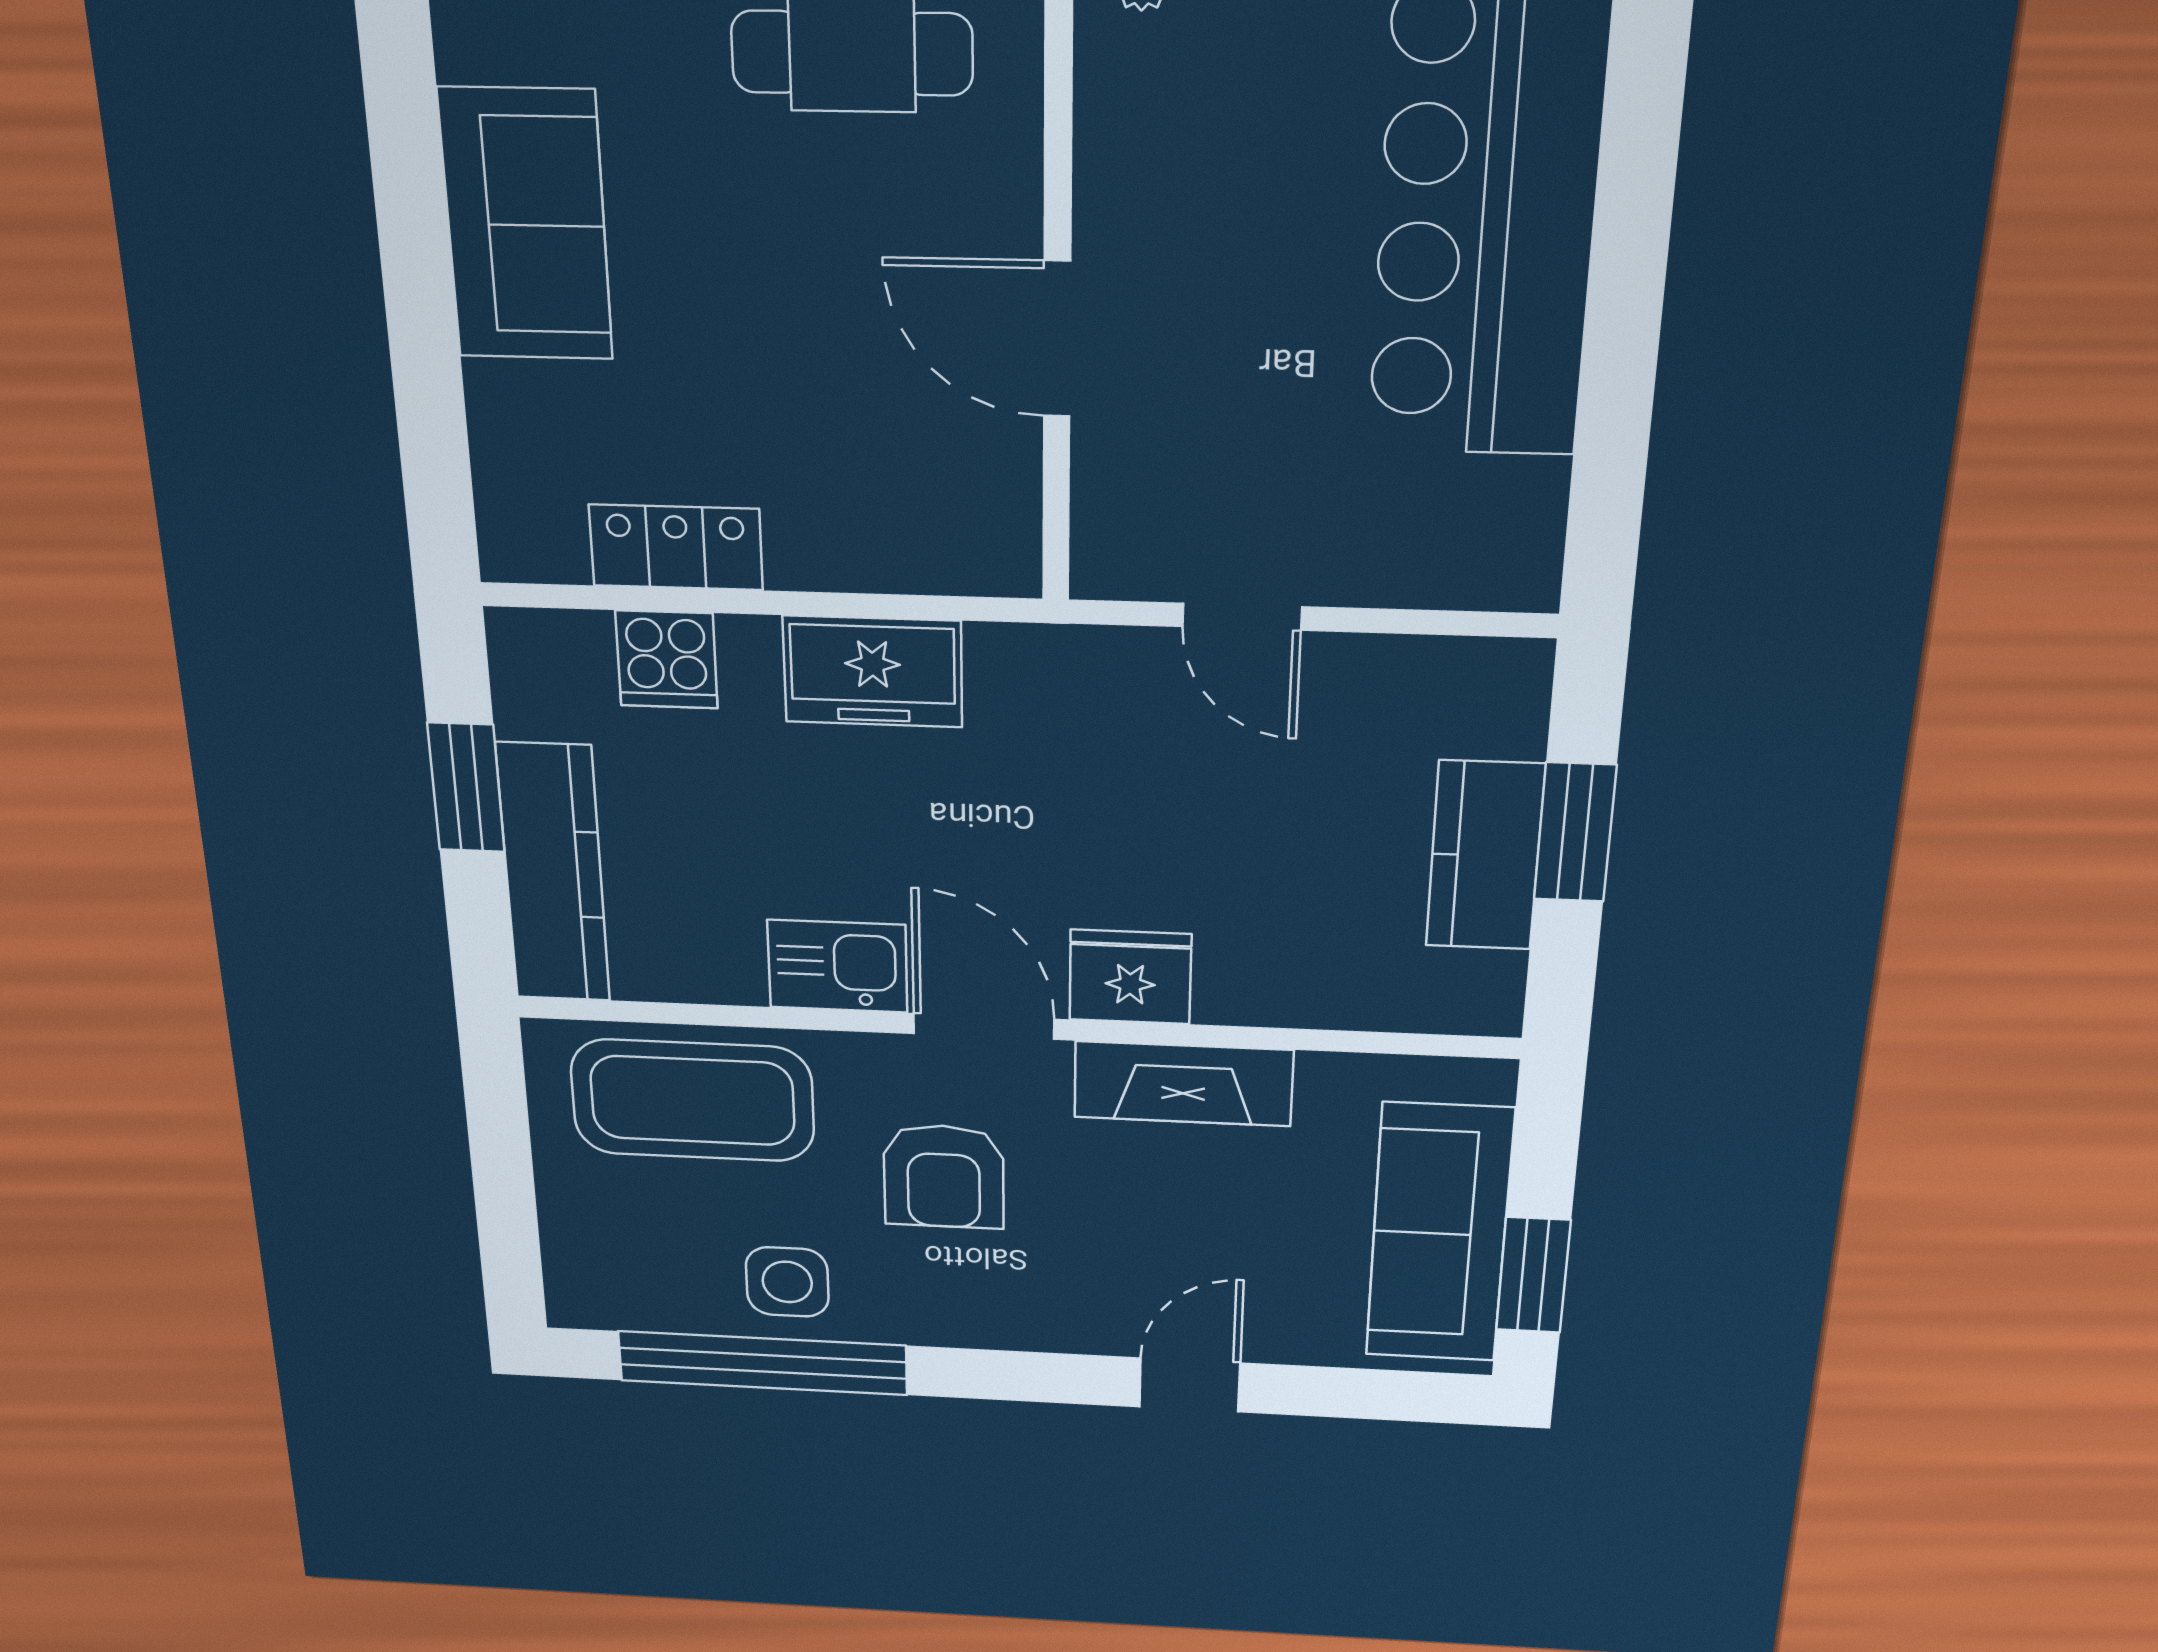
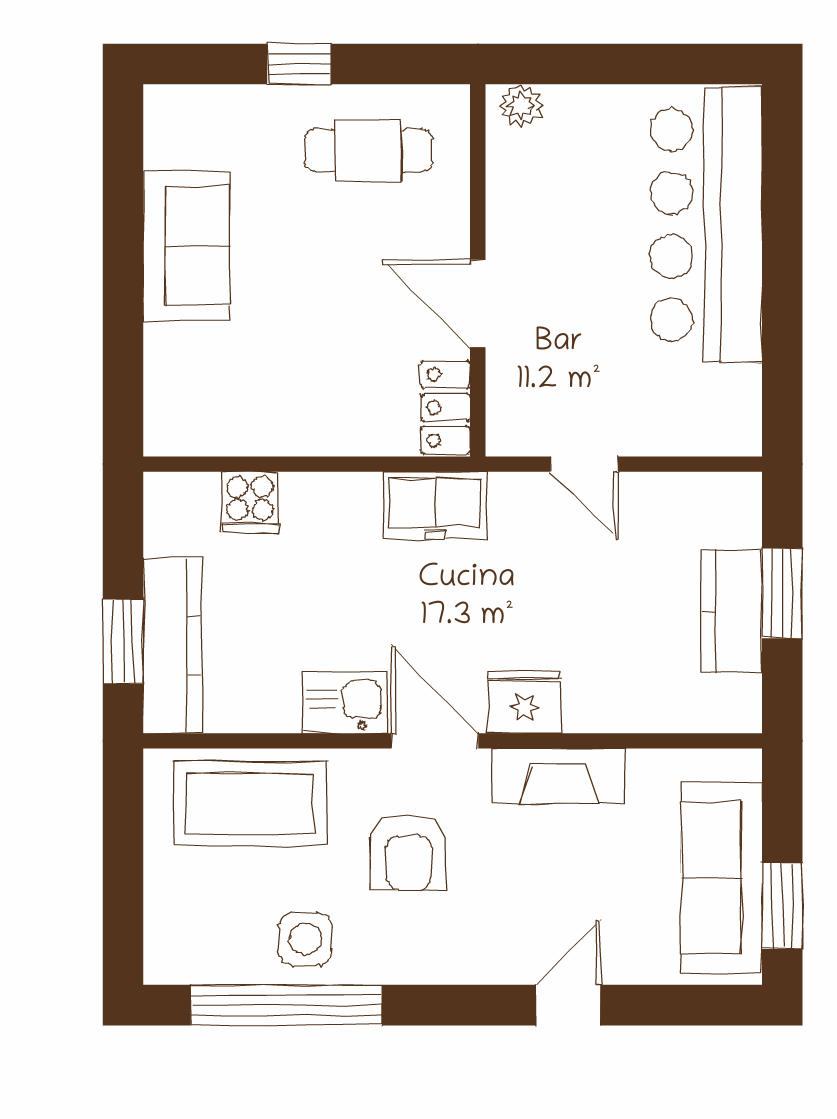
locker: (676, 547) -> (445, 407), moved, turned -90
freezer: (873, 672) -> (435, 505), moved
window: (466, 788) -> (123, 642), moved

